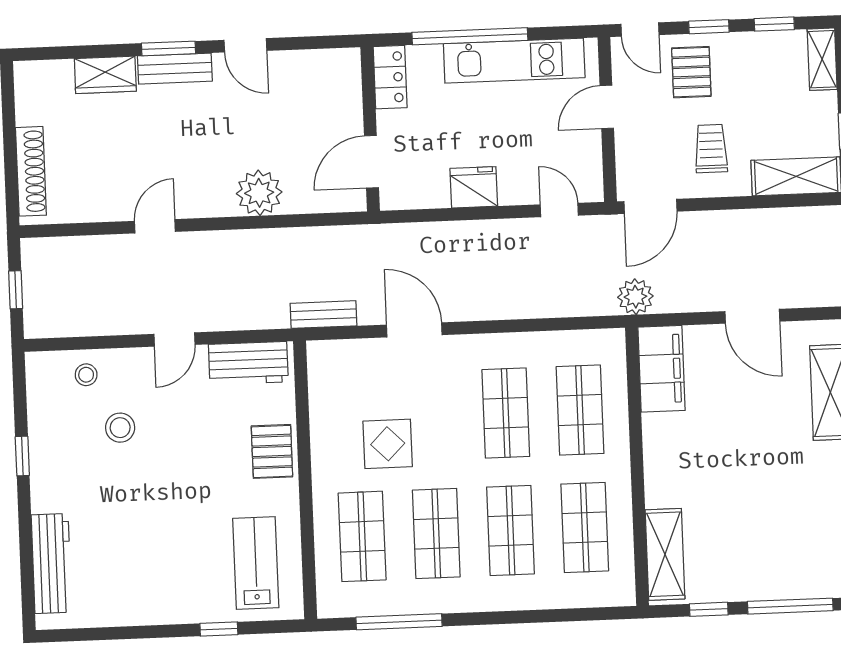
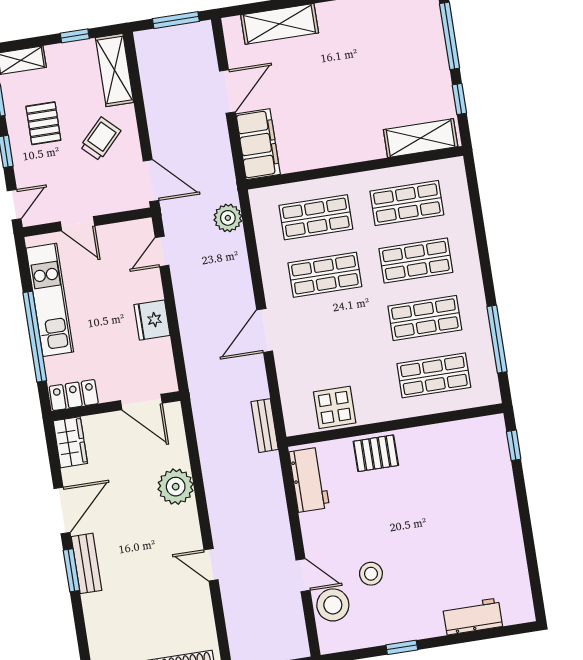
door: (245, 45) -> (62, 511), width x1.38
pallet: (691, 72) -> (43, 123), moved, turned 90
wardrobe: (105, 75) -> (70, 442), moved
trolley: (711, 149) -> (100, 139), turned 134
plant: (635, 297) -> (228, 218), moved
door: (414, 330) -> (265, 330), moved
door: (174, 339) -> (303, 575), moved
filing cabinet: (661, 369) -> (258, 144), moved, turned 90
stool: (86, 375) -> (333, 605), width x1.89, depth x1.89
display table: (388, 444) -> (335, 407), moved
lab bench: (256, 563) -> (464, 456), removed
workbench: (51, 564) -> (473, 617), width x0.73
window: (219, 629) -> (514, 445), moved

